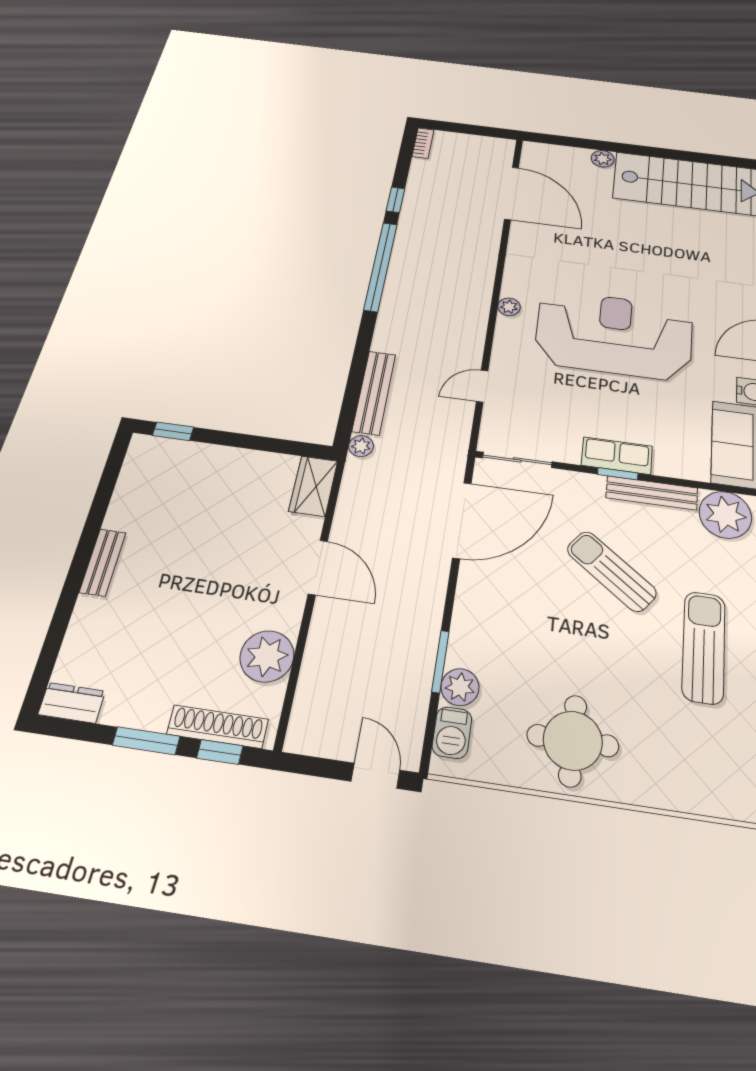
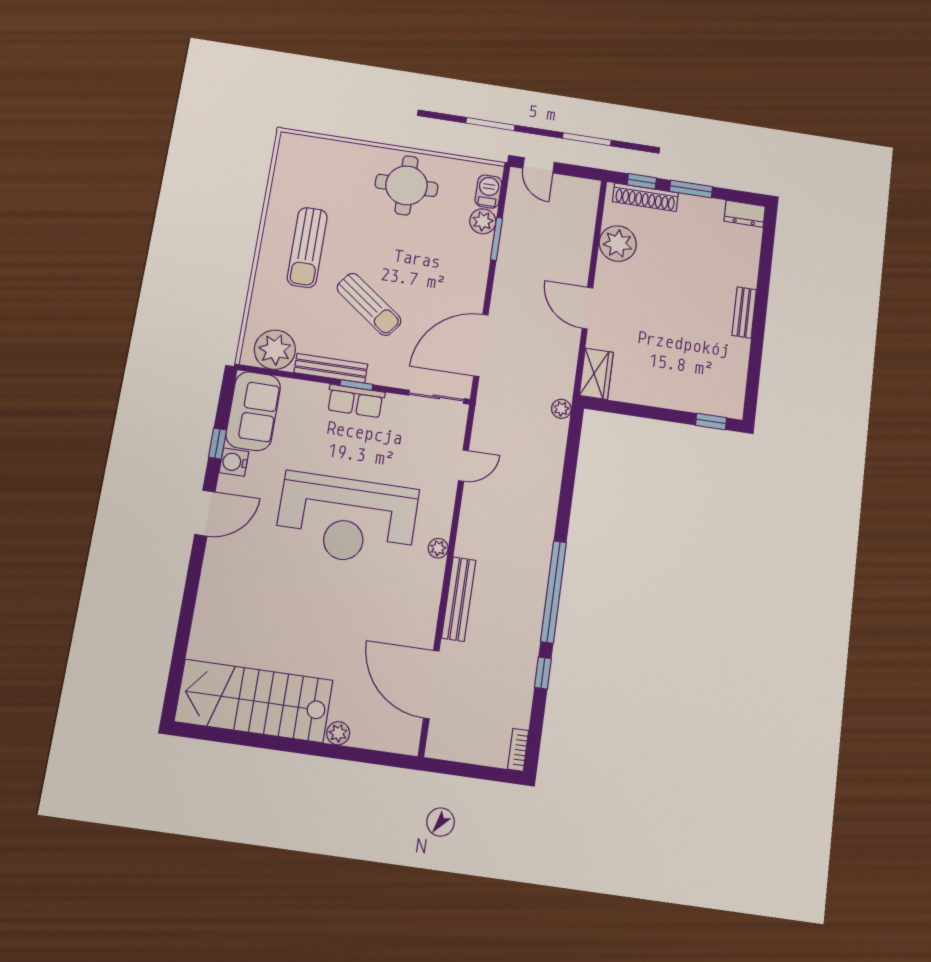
bench: (374, 392) -> (459, 599), moved

